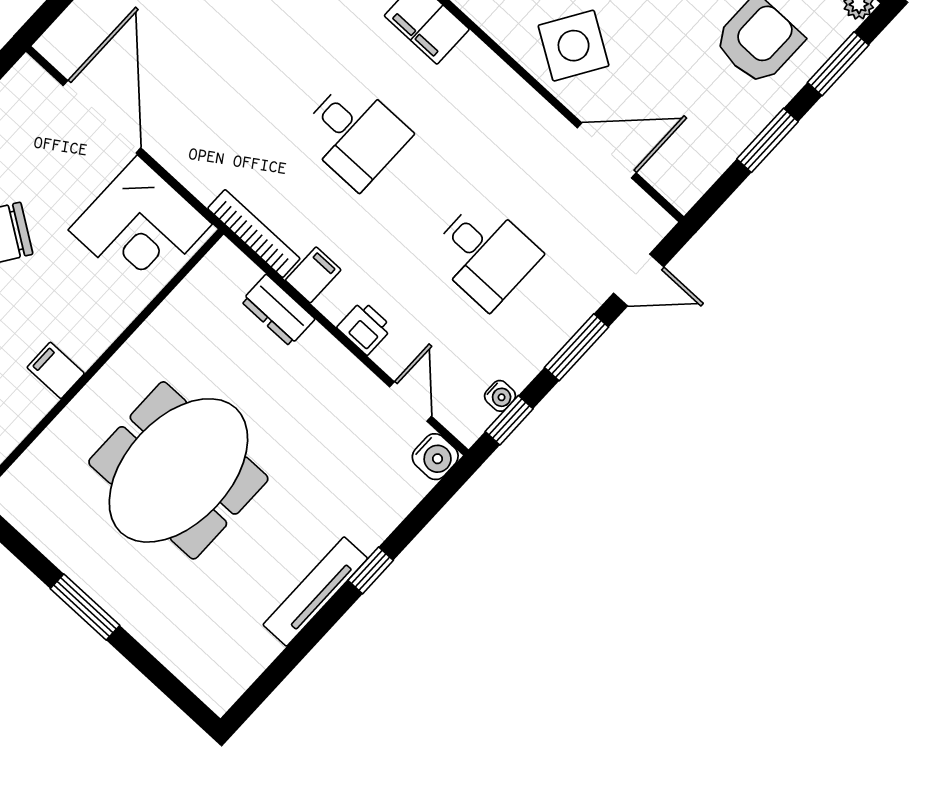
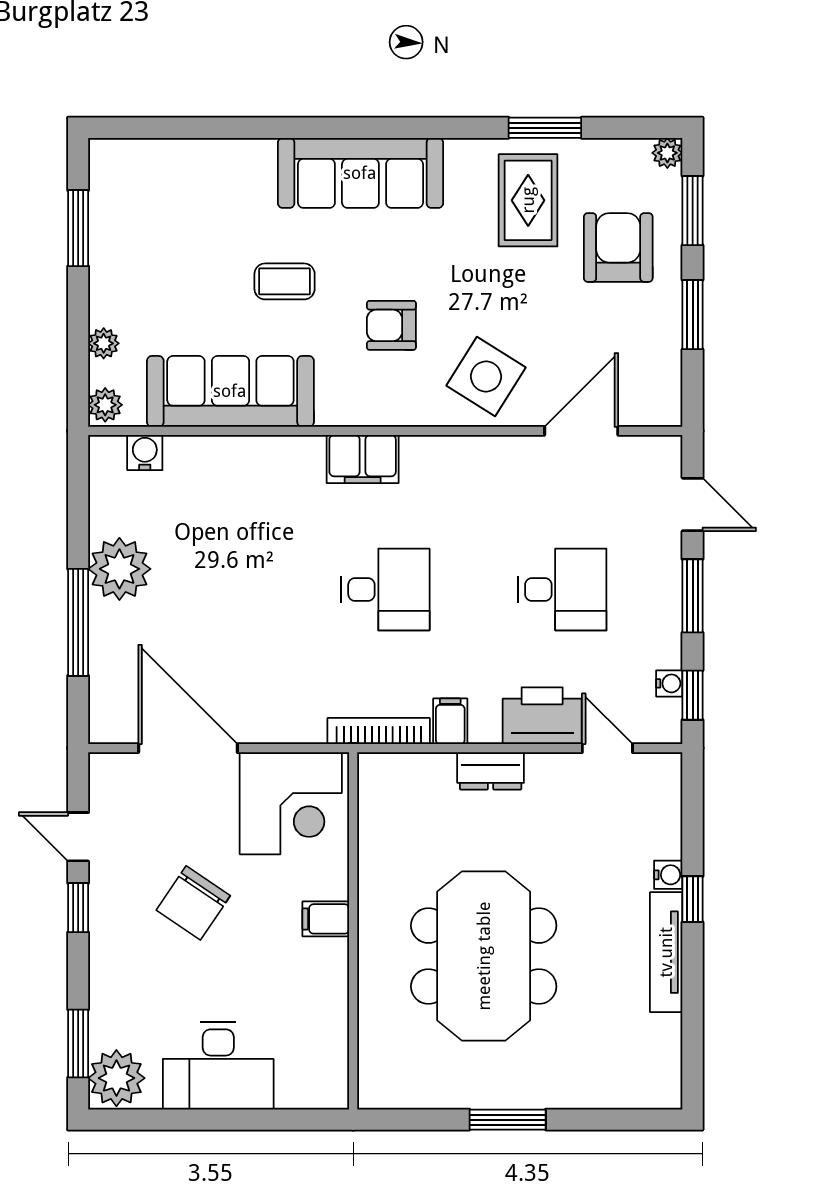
door: (639, 280) -> (693, 504), hinge flipped
dresser: (278, 310) -> (491, 771), moved
printer: (365, 328) -> (542, 716), width x1.87, depth x1.48
filing cabinet: (56, 370) -> (326, 919), moved
water cooler: (435, 457) -> (668, 875), moved, width x0.72, depth x0.72

